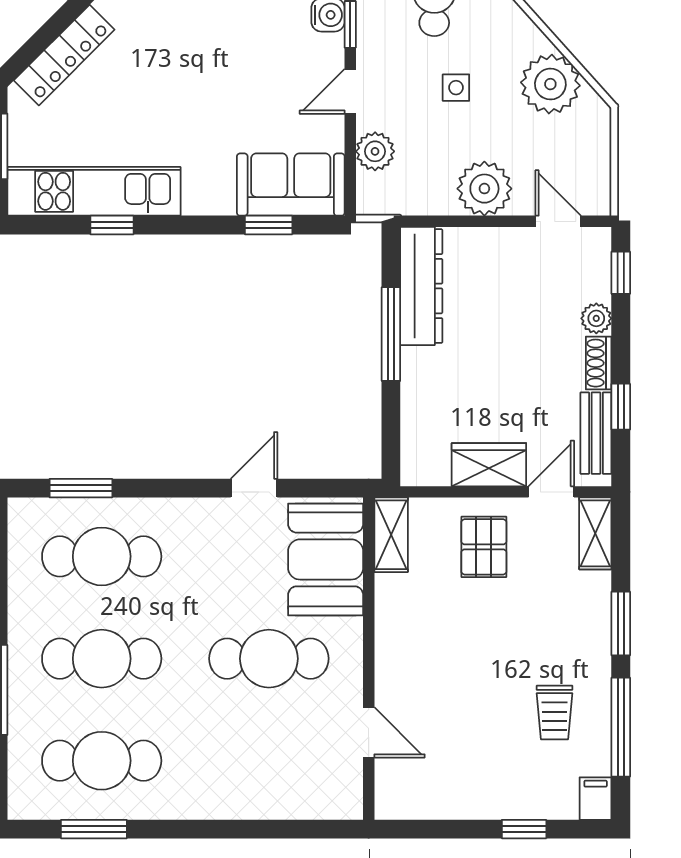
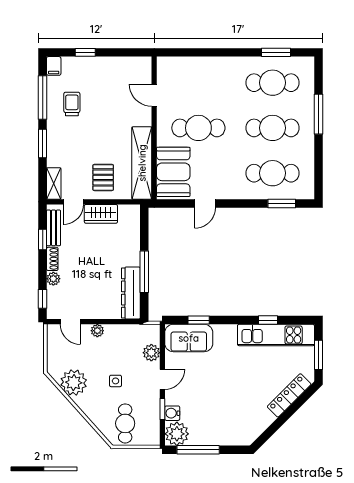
plant: (484, 189) -> (97, 331), width x0.53, depth x0.53
shelving: (391, 535) -> (142, 163), width x2.20, depth x1.33

